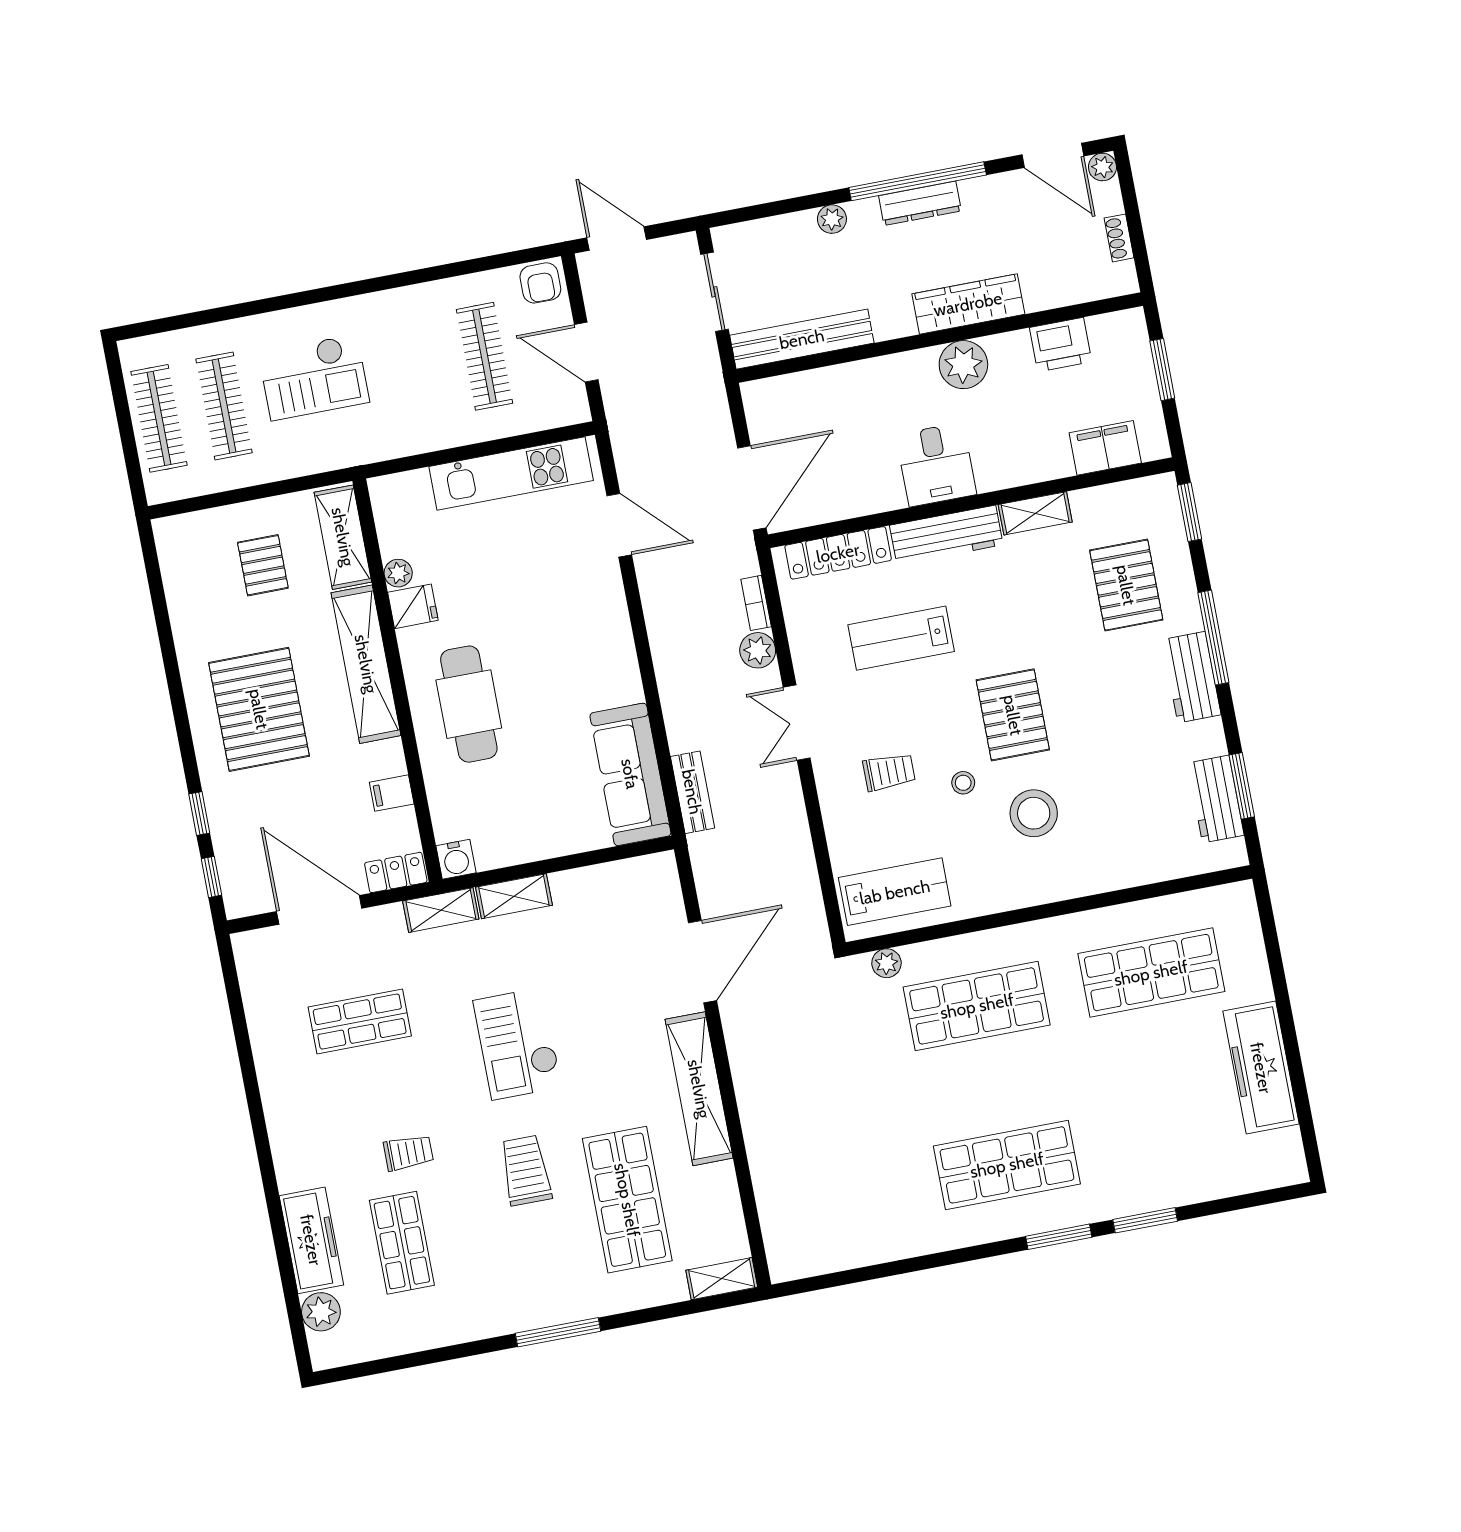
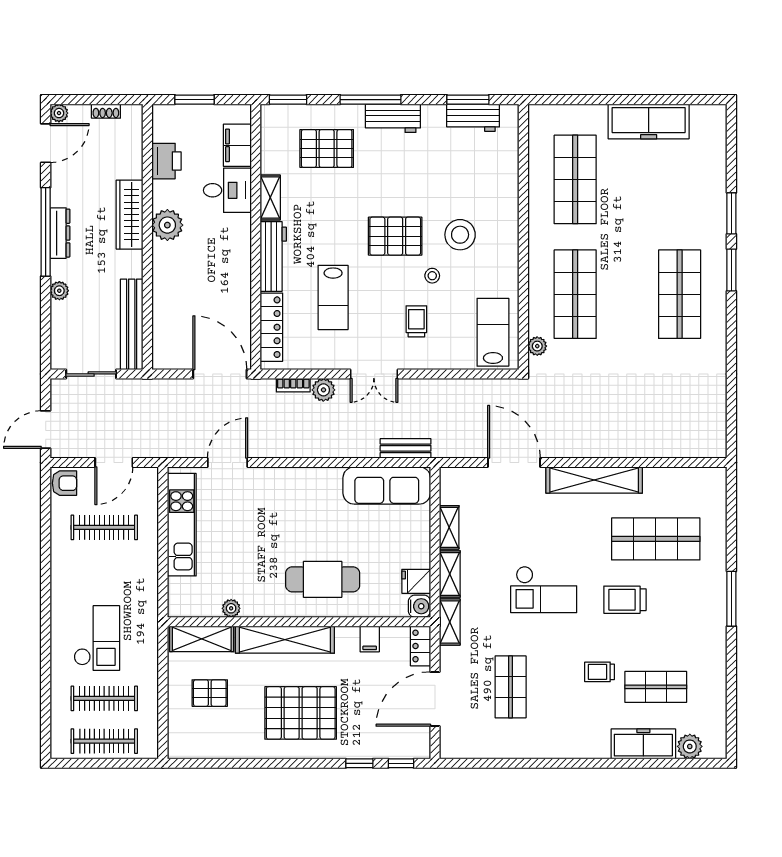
desk: (936, 465) -> (227, 190), moved
fridge: (413, 606) -> (416, 581), moved, turned -90
trolley: (408, 1153) -> (600, 672), turned -90
shelving: (722, 1279) -> (449, 527), moved

